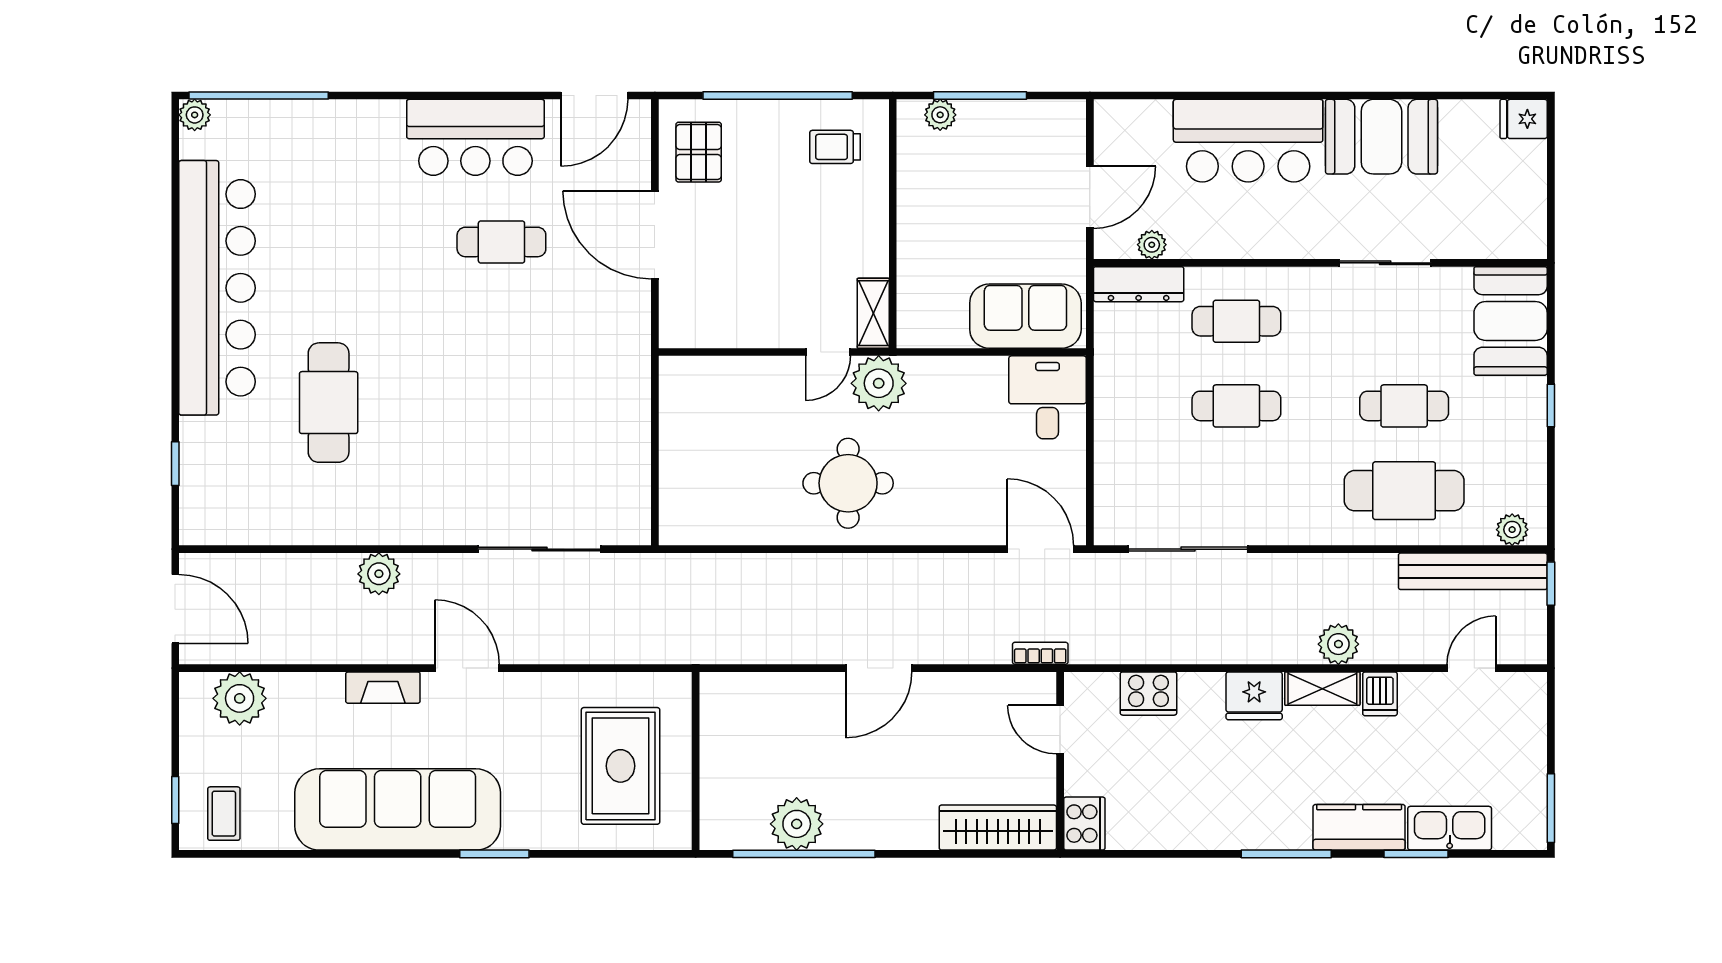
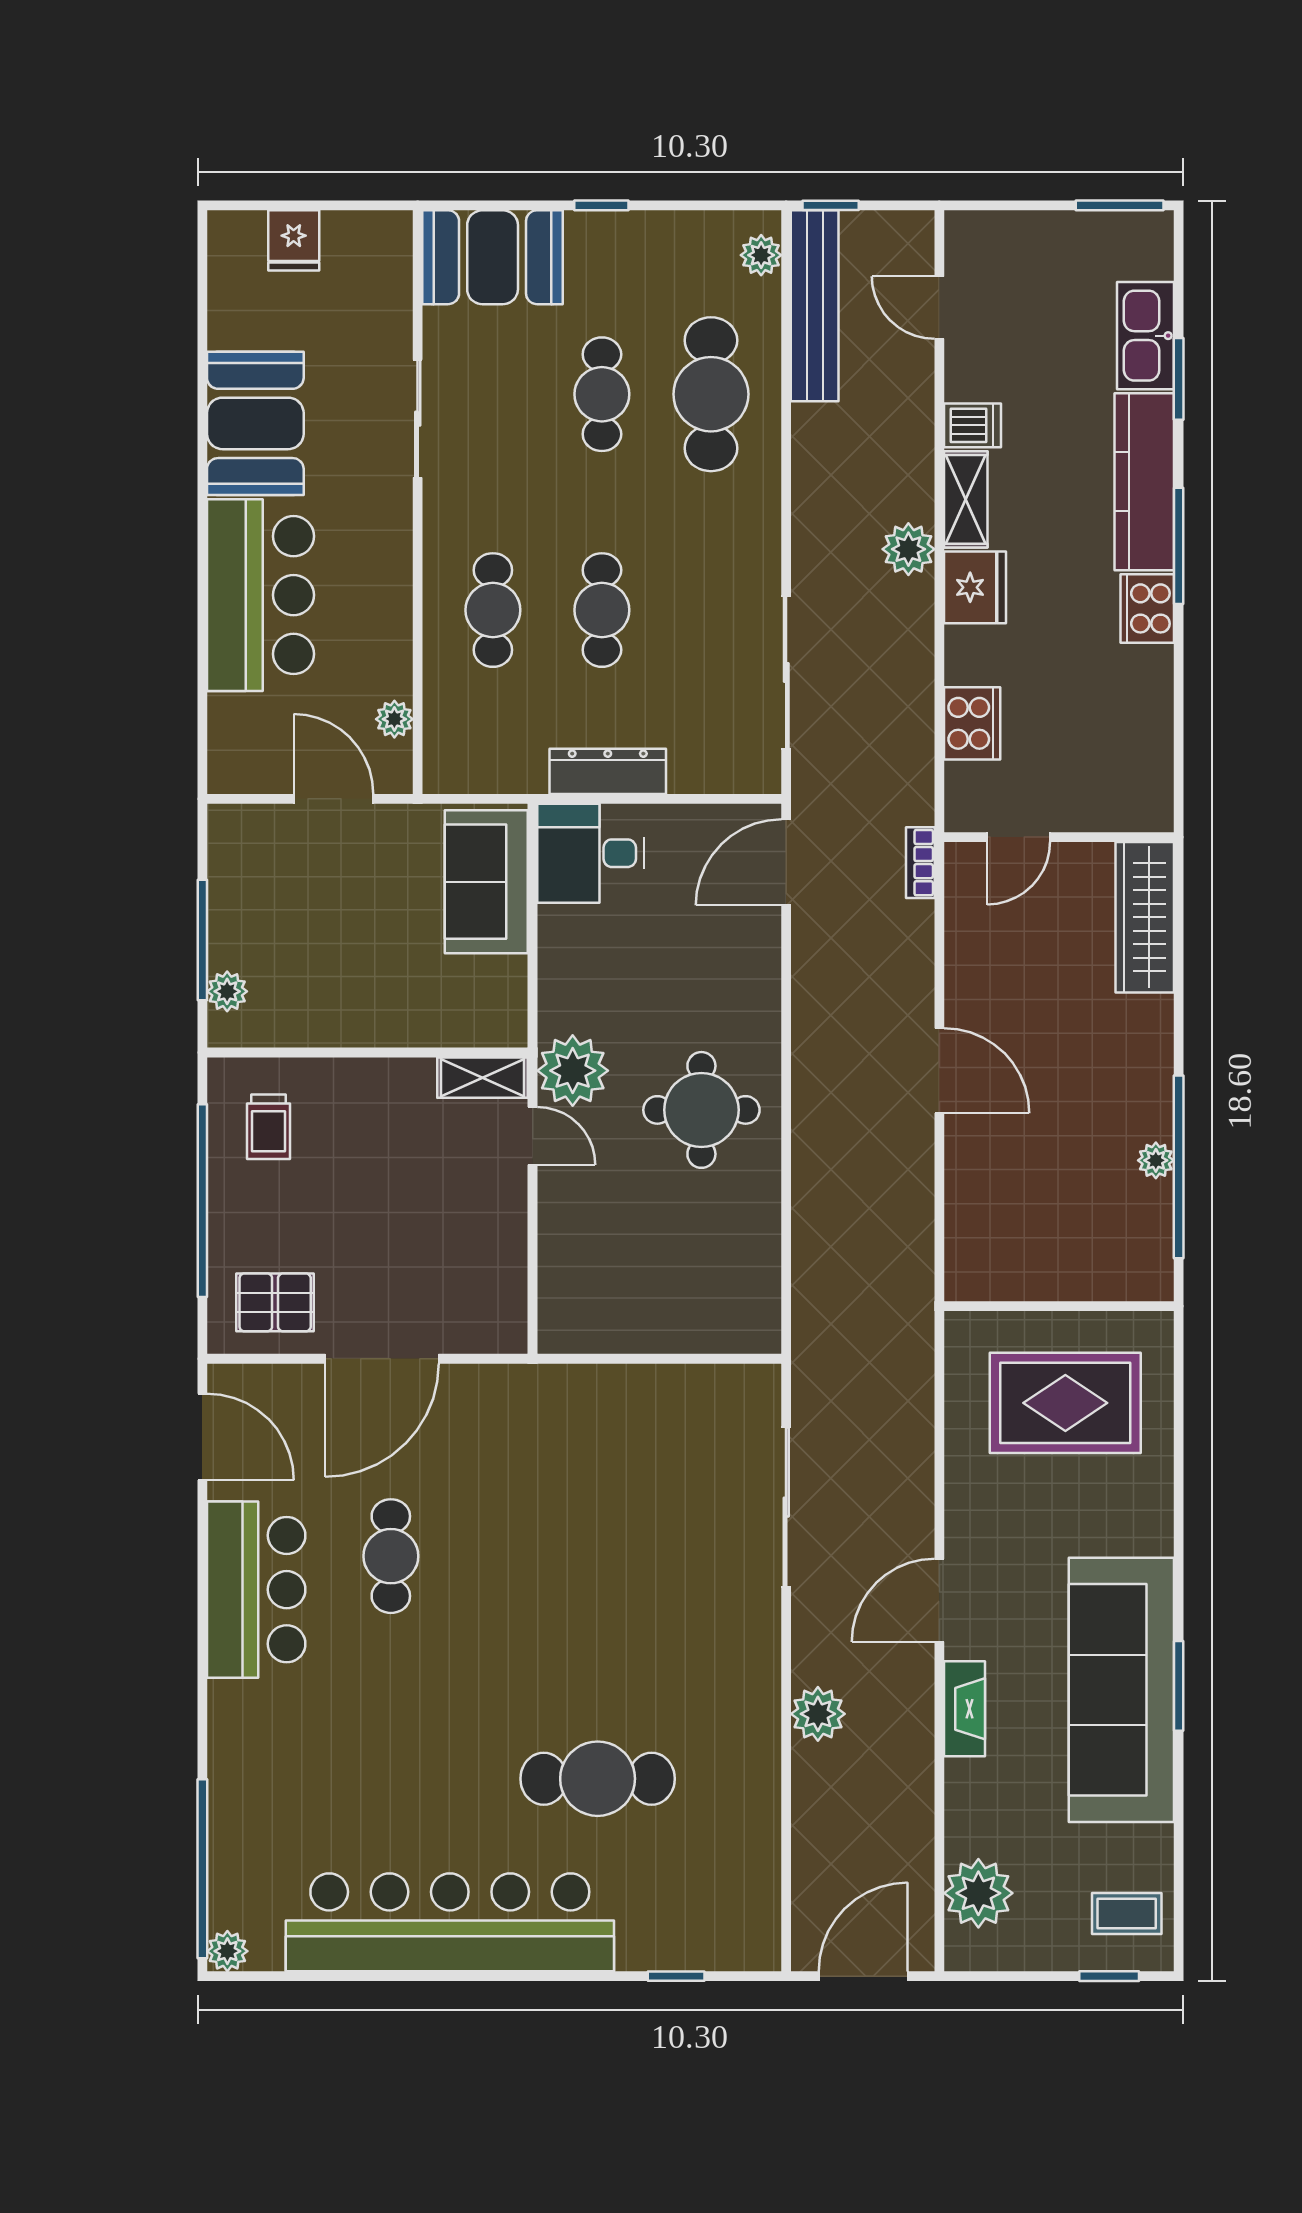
fridge: (1524, 119) -> (294, 240), moved
dresser: (1139, 284) -> (608, 771), moved, turned -90
plant: (1338, 644) -> (908, 549), moved
plant: (797, 824) -> (1156, 1160), width x0.53, depth x0.53
cooker: (1084, 824) -> (1147, 608), moved, turned -90
kitchen counter: (1359, 827) -> (1144, 482), width x1.50
window: (494, 854) -> (1179, 1686), moved

